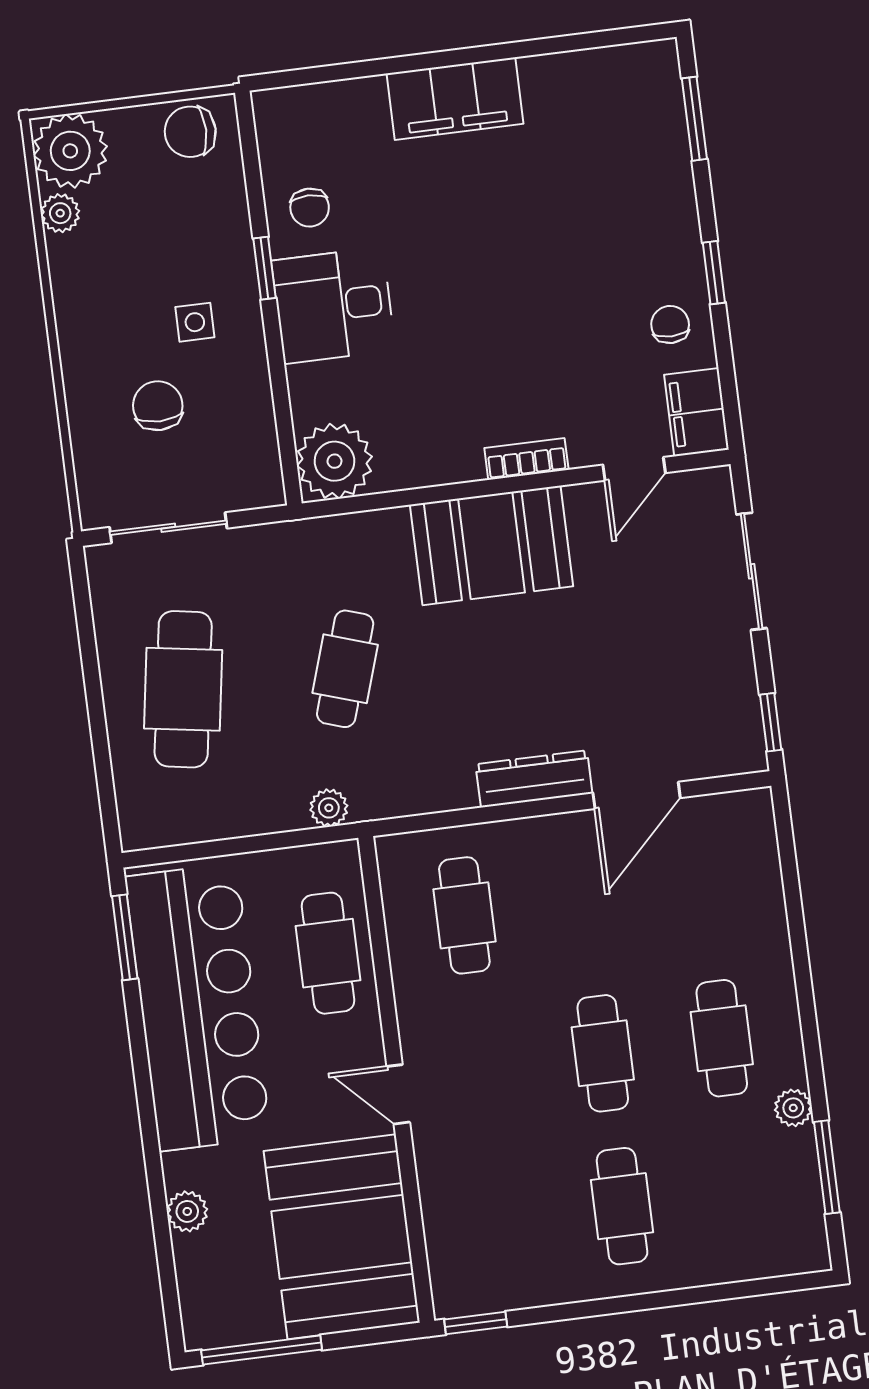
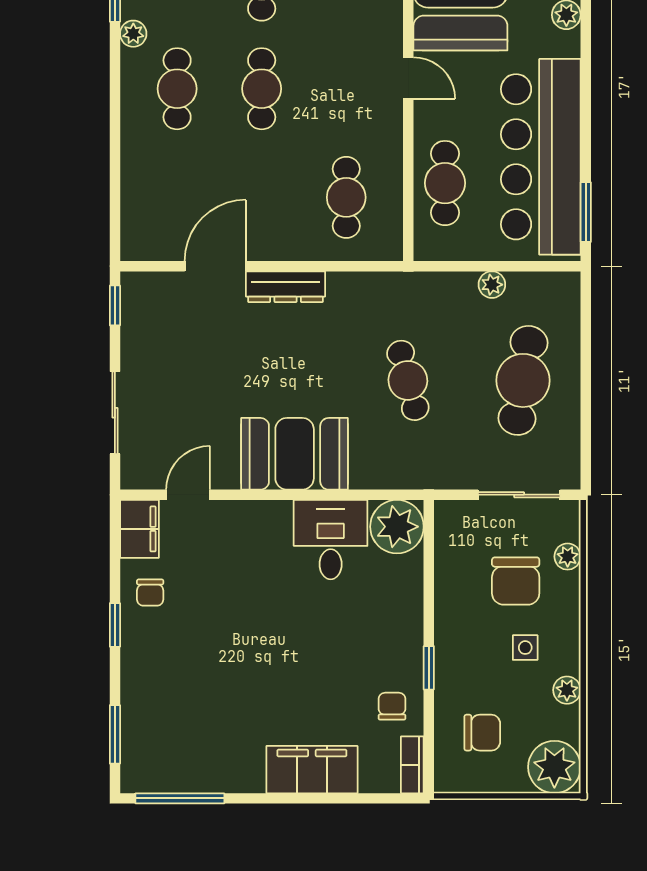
window: (592, 40) -> (180, 798), added
filing cabinet: (455, 99) -> (312, 770), moved
chair: (190, 132) -> (482, 733), moved
plant: (60, 213) -> (567, 690), moved
desk: (333, 305) -> (331, 540), moved, turned -90
side table: (195, 322) -> (525, 648), moved
chair: (158, 406) -> (516, 581), width x1.37, depth x1.37
plant: (89, 449) -> (568, 557), added
bookcase: (526, 459) -> (412, 765), moved, turned 90
cafe table: (345, 669) -> (408, 380), turned -33
plant: (329, 808) -> (492, 285), moved

